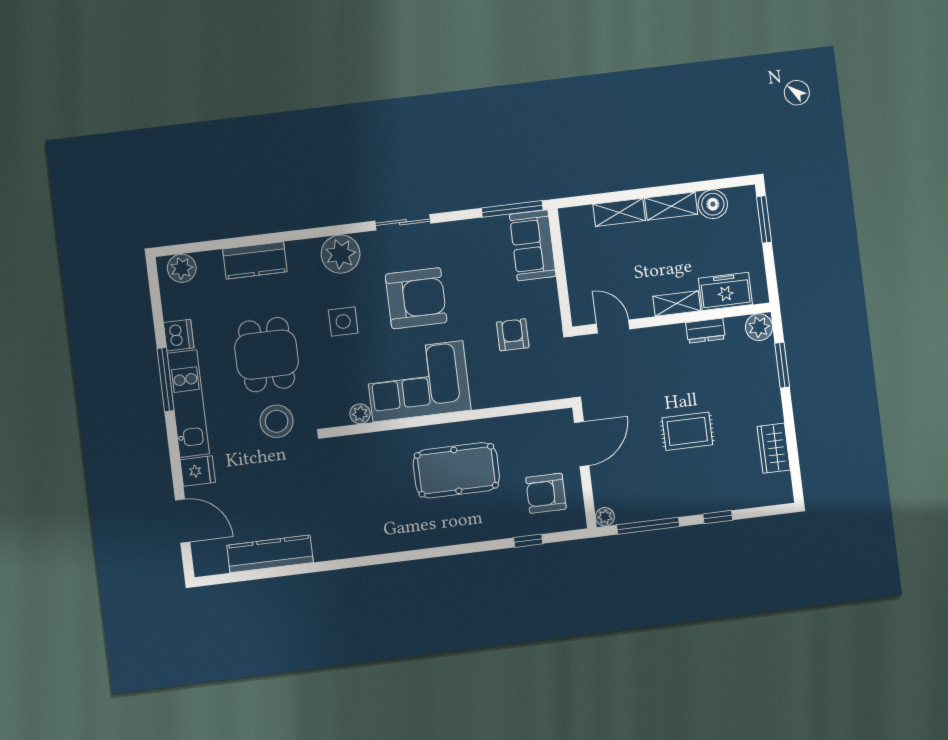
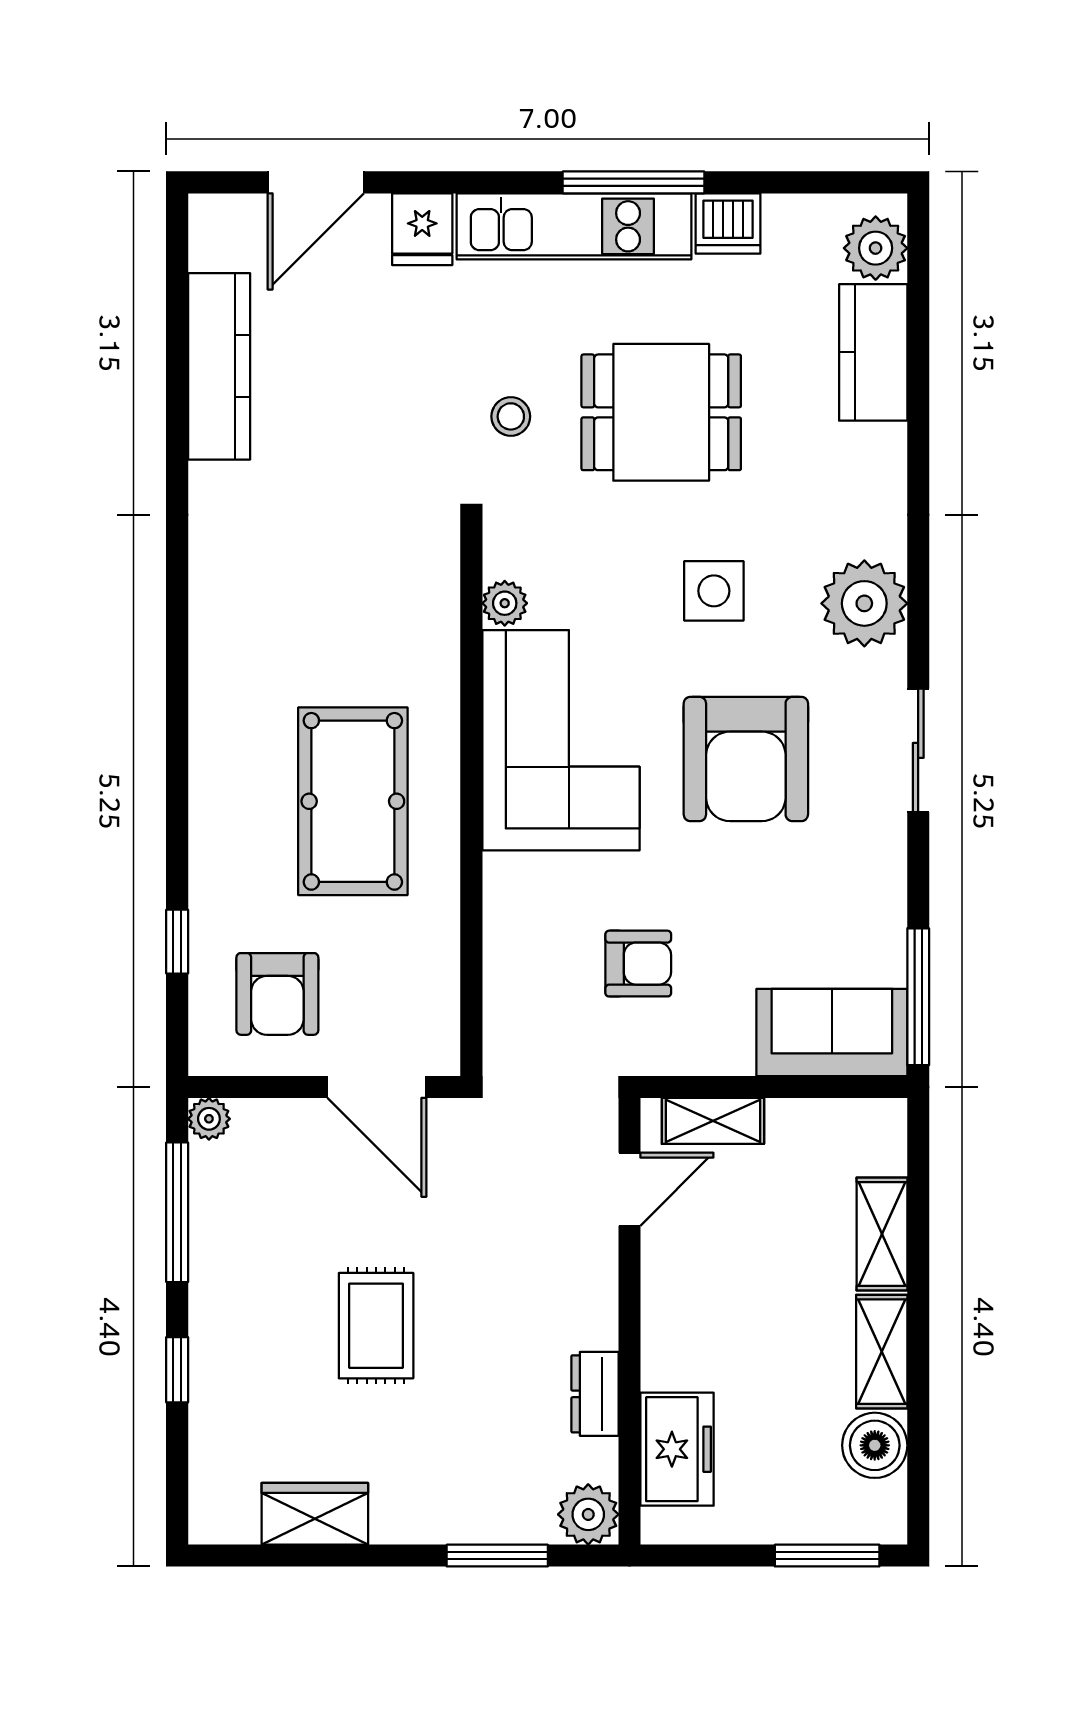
kitchen counter: (255, 260) -> (873, 352), moved
shelving: (677, 303) -> (713, 1121), moved, turned 90
stool: (277, 421) -> (511, 416), width x0.53, depth x0.53
armchair: (546, 493) -> (277, 994), turned 180

